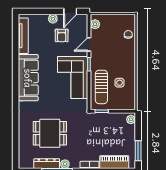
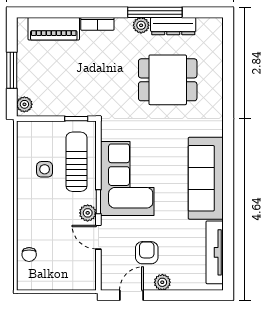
plant: (95, 24) -> (88, 213), moved
door: (89, 44) -> (98, 237), swing flipped
window: (138, 151) -> (12, 70), moved

